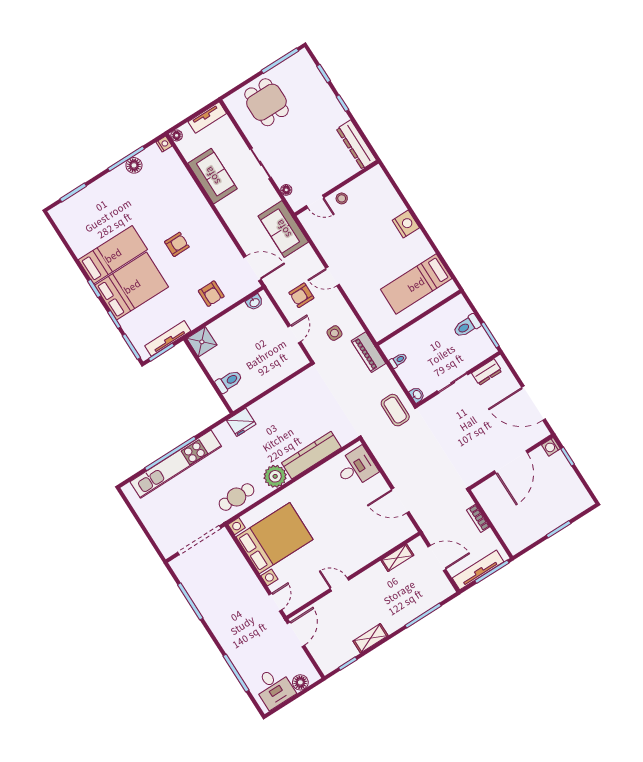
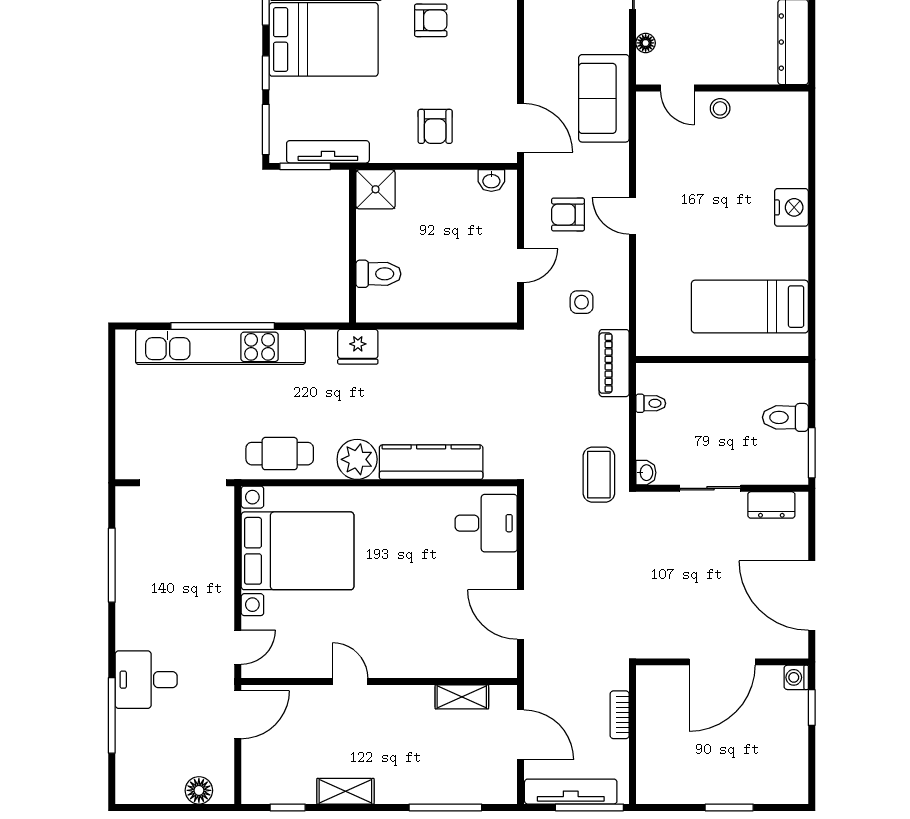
desk: (274, 688) -> (146, 680), moved, turned 90

